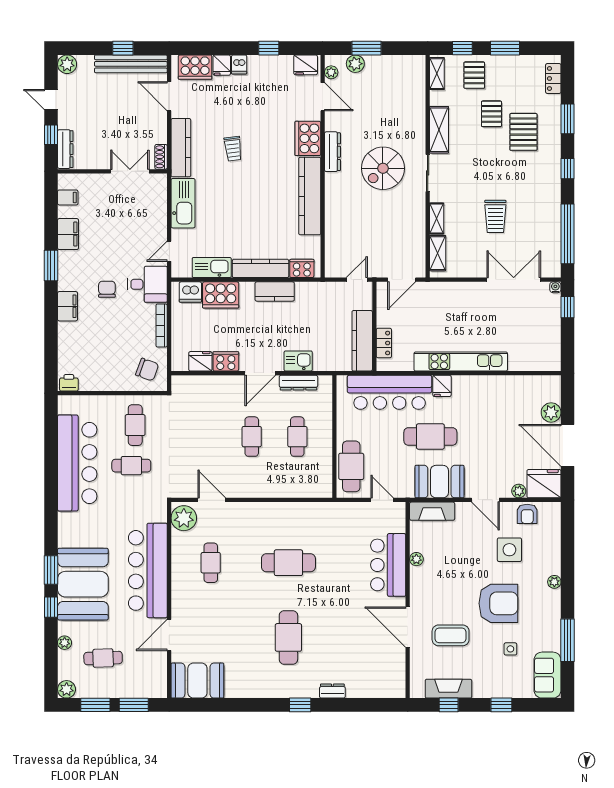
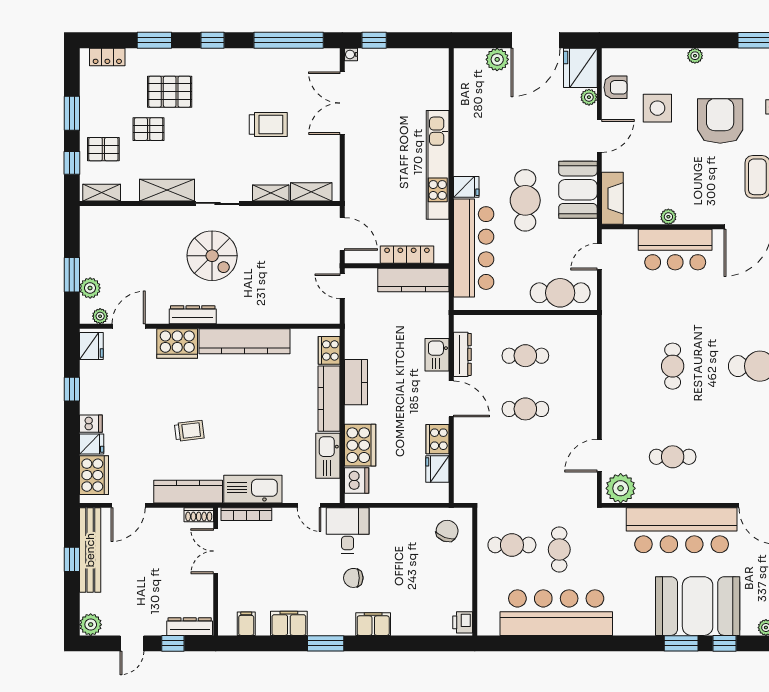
bookcase: (162, 325) -> (246, 514), moved
locker: (384, 343) -> (407, 255), width x1.53
cafe table: (288, 563) -> (673, 366), width x0.73, depth x0.74

